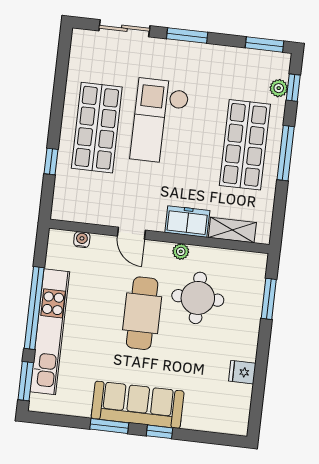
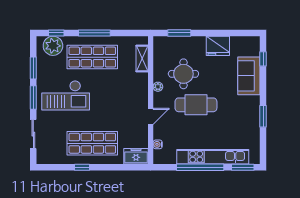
window: (265, 44) -> (33, 68), moved
plant: (279, 88) -> (53, 46), width x1.87, depth x1.87
checkout: (160, 121) -> (66, 95), moved
window: (51, 162) -> (82, 167), moved
freezer: (187, 222) -> (136, 156), moved, turned 90
fridge: (242, 372) -> (218, 46), width x1.88, depth x1.34
sofa: (138, 405) -> (249, 76), moved, width x0.73
window: (160, 432) -> (263, 59), moved

